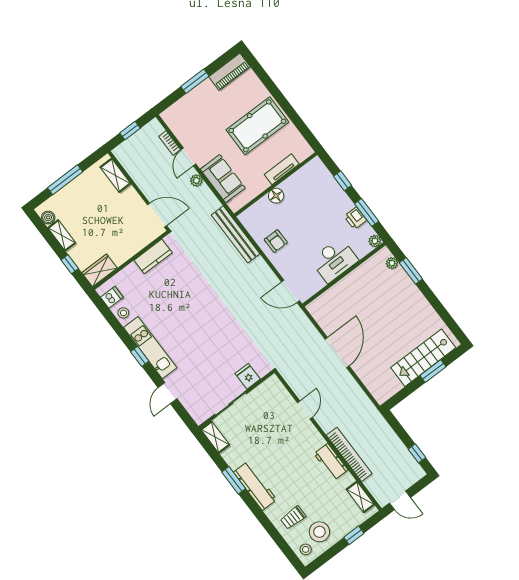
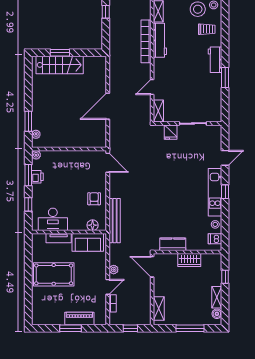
piano: (229, 72) -> (79, 318), moved
sofa: (223, 179) -> (88, 242), moved, turned -90
floor lamp: (276, 196) -> (93, 225), moved
desk: (334, 260) -> (53, 219), moved, turned 180
wardrobe: (100, 270) -> (189, 260), moved
shelving: (215, 437) -> (158, 111), moved
workbench: (331, 462) -> (160, 40), width x1.38
workbench: (255, 486) -> (215, 60), width x0.73

